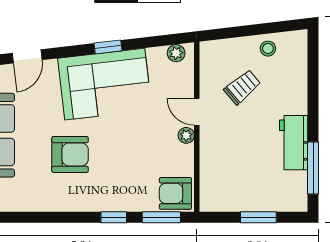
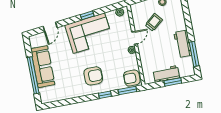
door: (197, 112) -> (135, 38), swing flipped
armchair: (70, 154) -> (93, 76), moved
workbench: (248, 198) -> (166, 74), added

